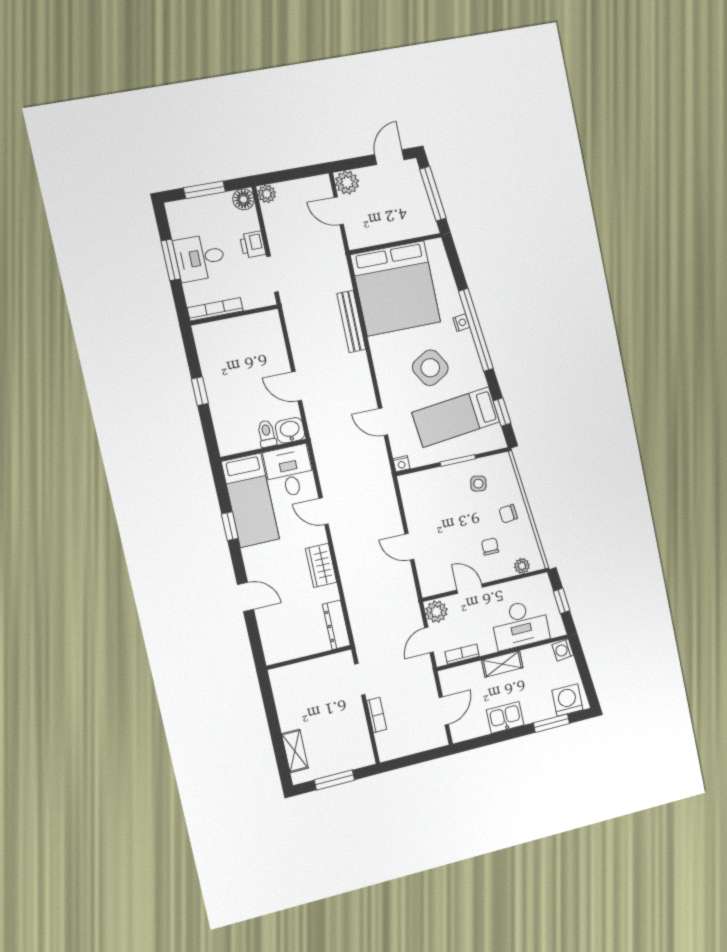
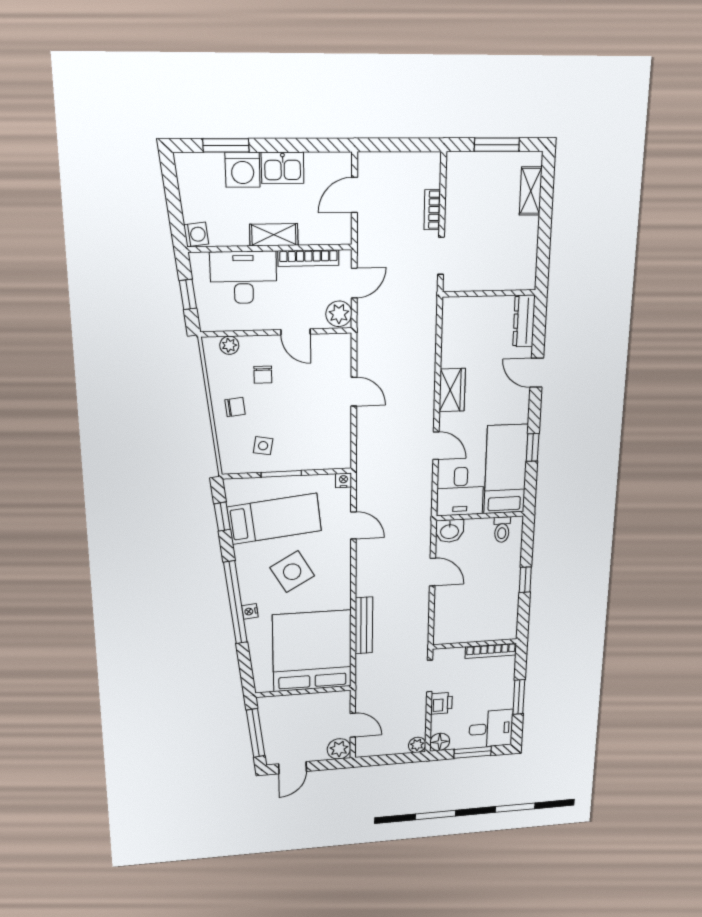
desk: (200, 258) -> (491, 729), moved
toilet: (267, 434) -> (502, 530), moved
dresser: (336, 625) -> (524, 321), moved, turned 180
bookcase: (462, 654) -> (308, 258), width x1.56
washing machine: (567, 700) -> (243, 170), moved

